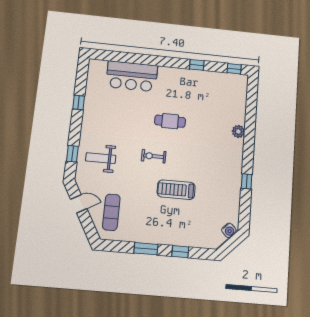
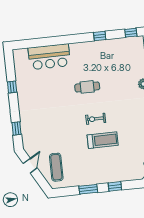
exercise bike: (154, 156) -> (96, 119), moved
weight bench: (101, 158) -> (39, 127), removed
treadmill: (176, 190) -> (103, 140), turned 180
door: (79, 204) -> (30, 166), hinge flipped

